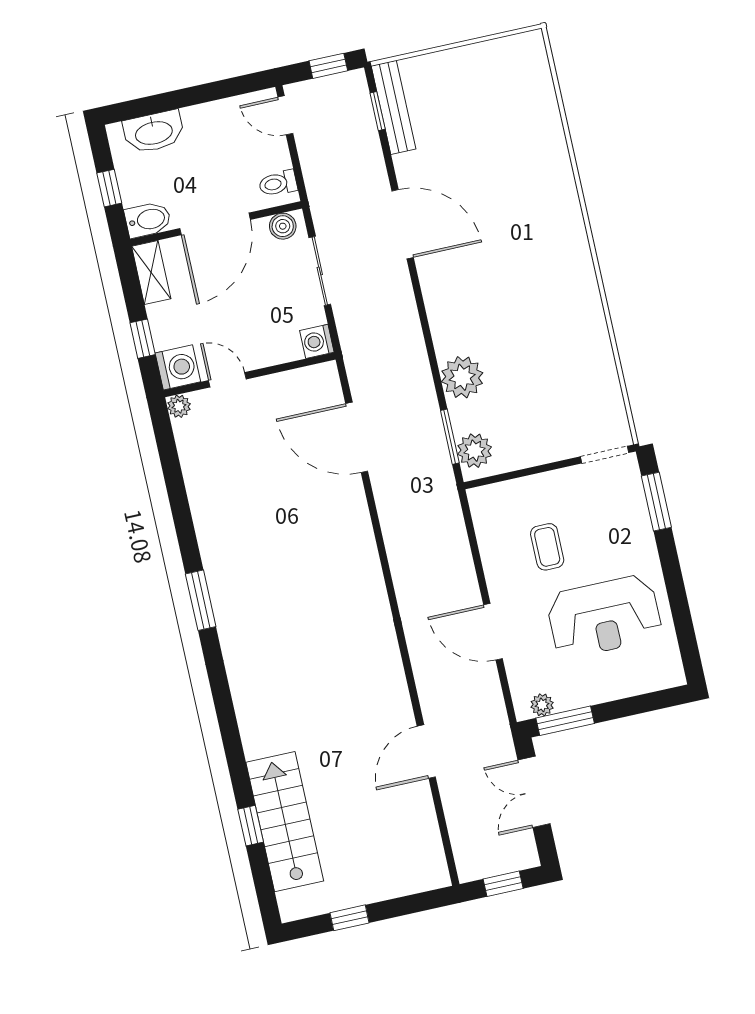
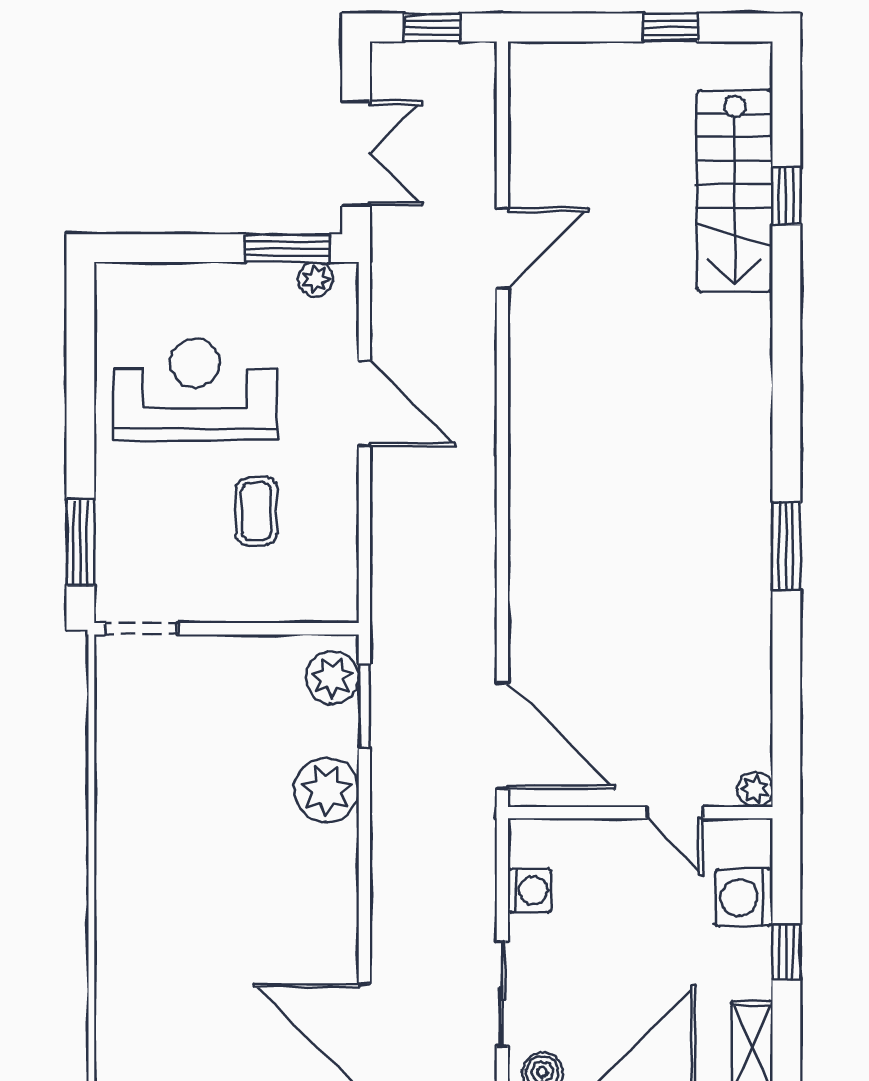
wall: (250, 375) -> (640, 813), moved
door: (227, 380) -> (675, 813), moved
plant: (179, 406) -> (755, 789), moved

